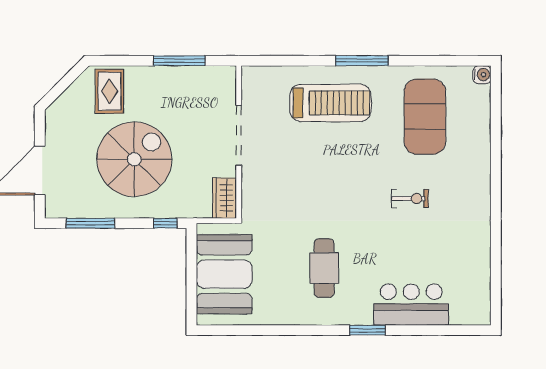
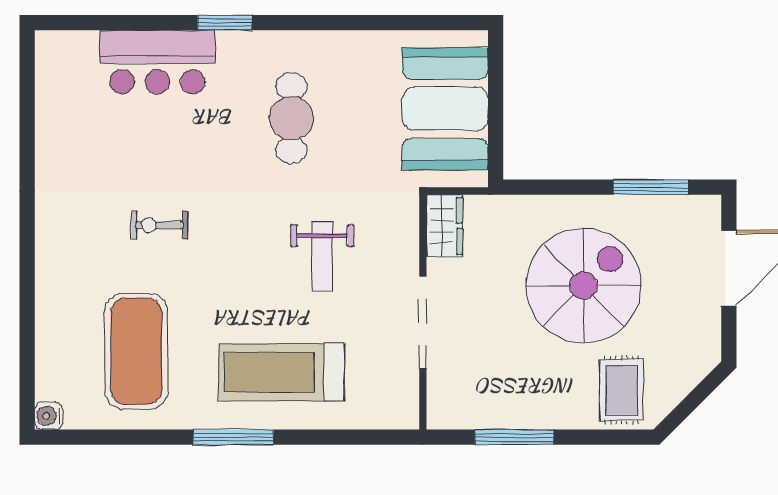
spiral stairs: (134, 159) -> (584, 286), turned 180
weight bench: (304, 178) -> (322, 256), added
window: (165, 223) -> (536, 187), removed

